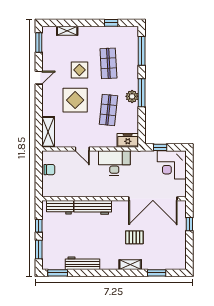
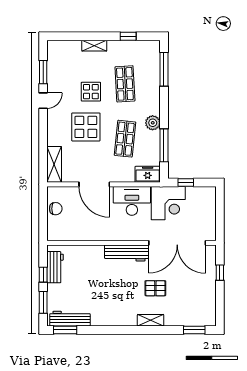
shelving: (67, 31) -> (94, 46), moved
window: (39, 42) -> (43, 72), moved
window: (142, 93) -> (164, 145), moved
door: (82, 149) -> (94, 184), width x1.88
corner desk: (172, 165) -> (168, 203), moved, turned -90
workbench: (60, 207) -> (55, 267), moved, turned -90
workbench: (93, 207) -> (127, 253), moved
workbench: (82, 263) -> (70, 319), moved
window: (157, 273) -> (194, 330), moved

